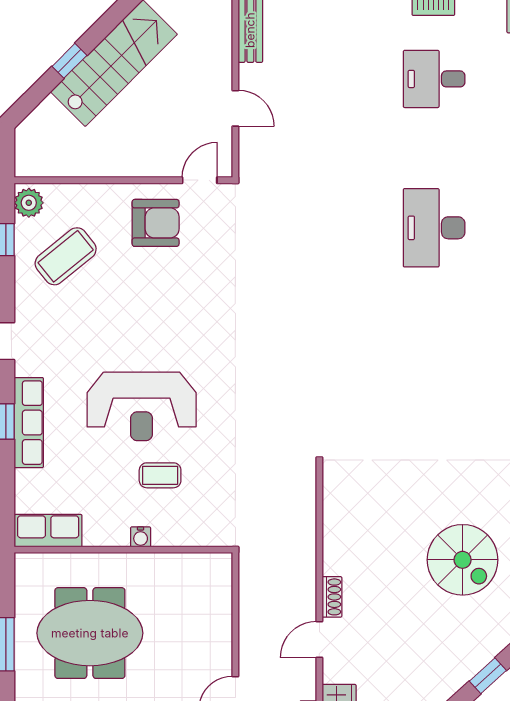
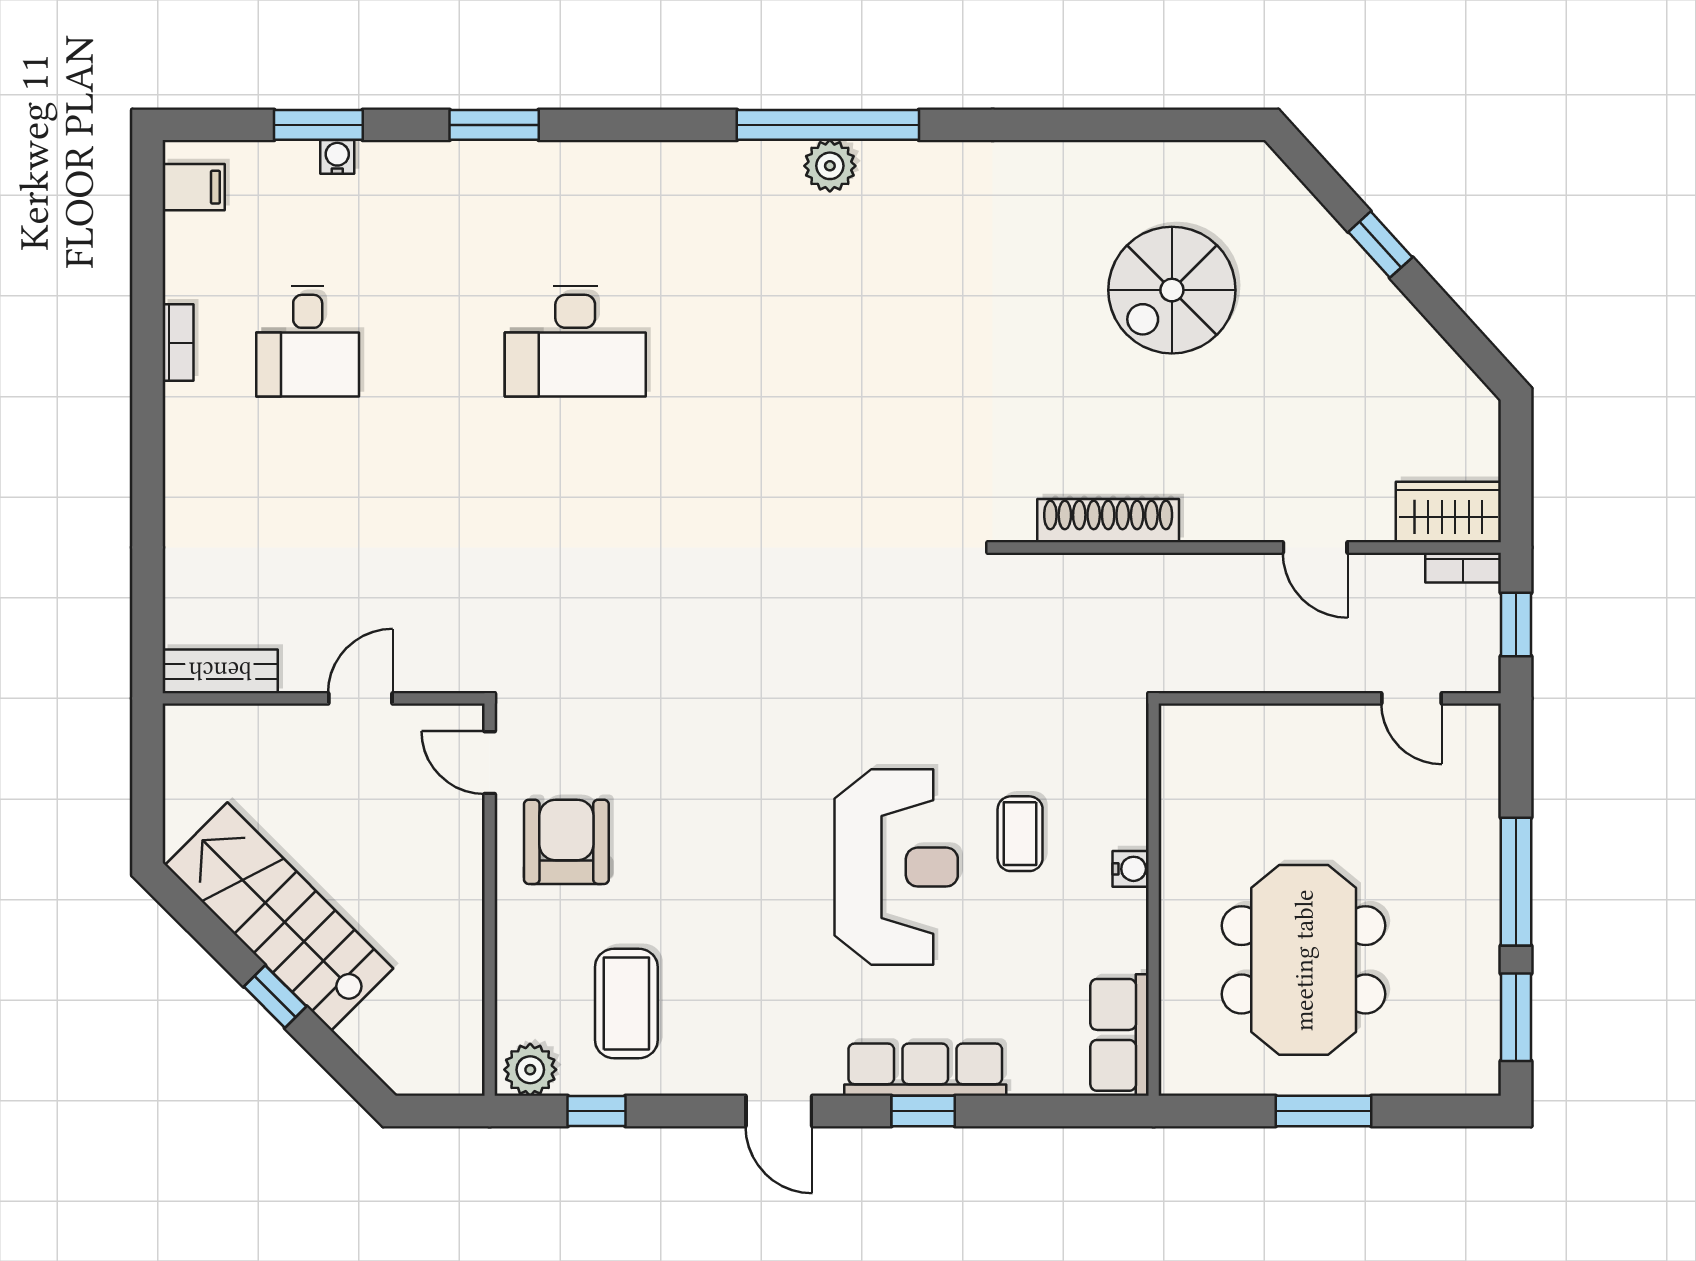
coffee table: (66, 256) -> (626, 1003), turned 39
spiral stairs: (463, 560) -> (1172, 290), turned 180
shoe rack: (332, 597) -> (1108, 521), moved, width x1.94, depth x1.24

